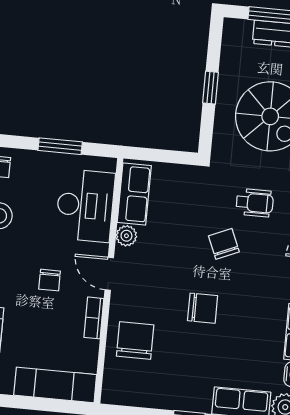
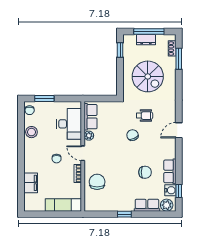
window: (211, 88) -> (120, 50), moved
window: (60, 146) -> (44, 99), moved
chair: (203, 308) -> (145, 172), moved

